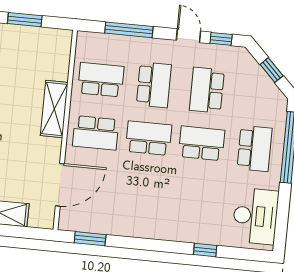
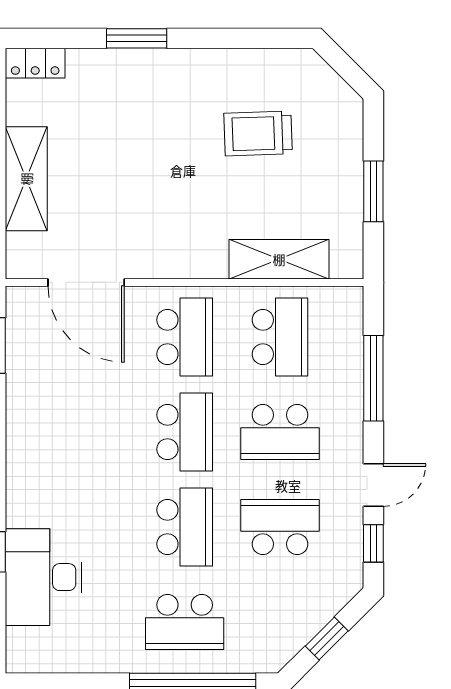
shelving: (54, 109) -> (279, 259), moved
school desk: (96, 133) -> (185, 337), turned 180
desk: (255, 216) -> (44, 577), moved, turned 90

